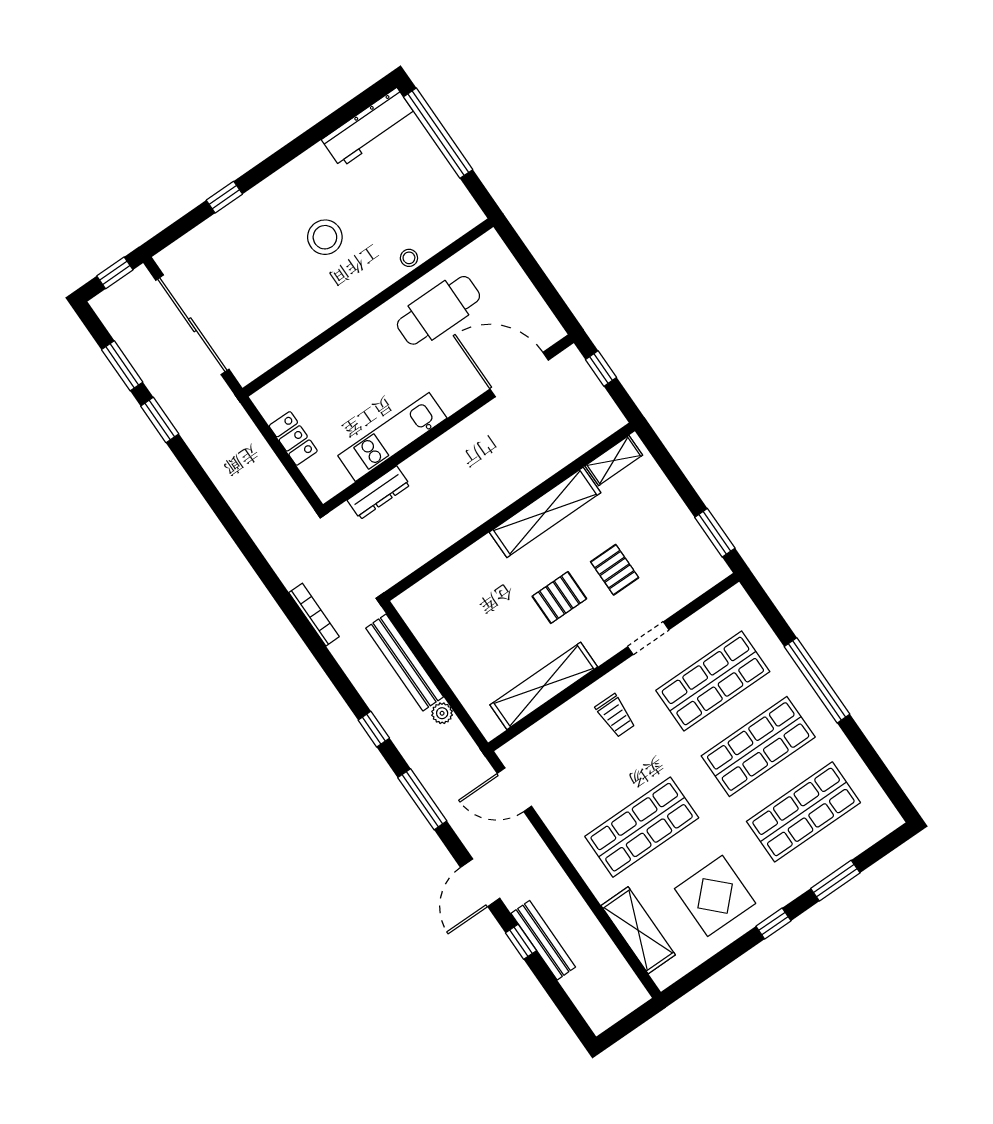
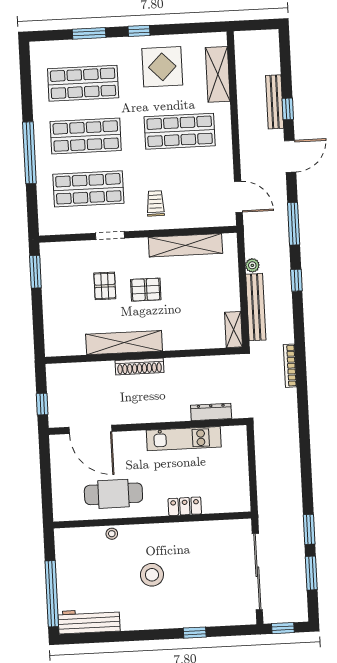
locker: (293, 438) -> (185, 506), moved, turned 90
shelving: (614, 460) -> (234, 330), moved, turned 90
shoe rack: (506, 494) -> (139, 367), added

